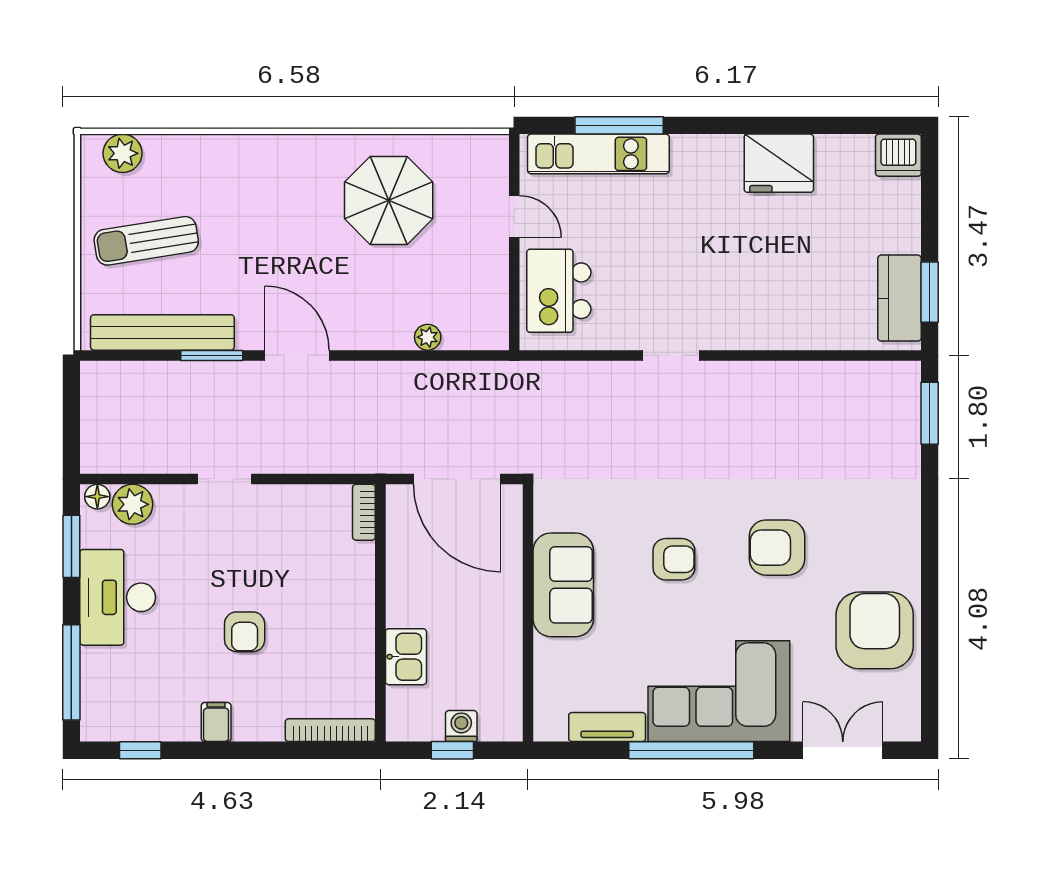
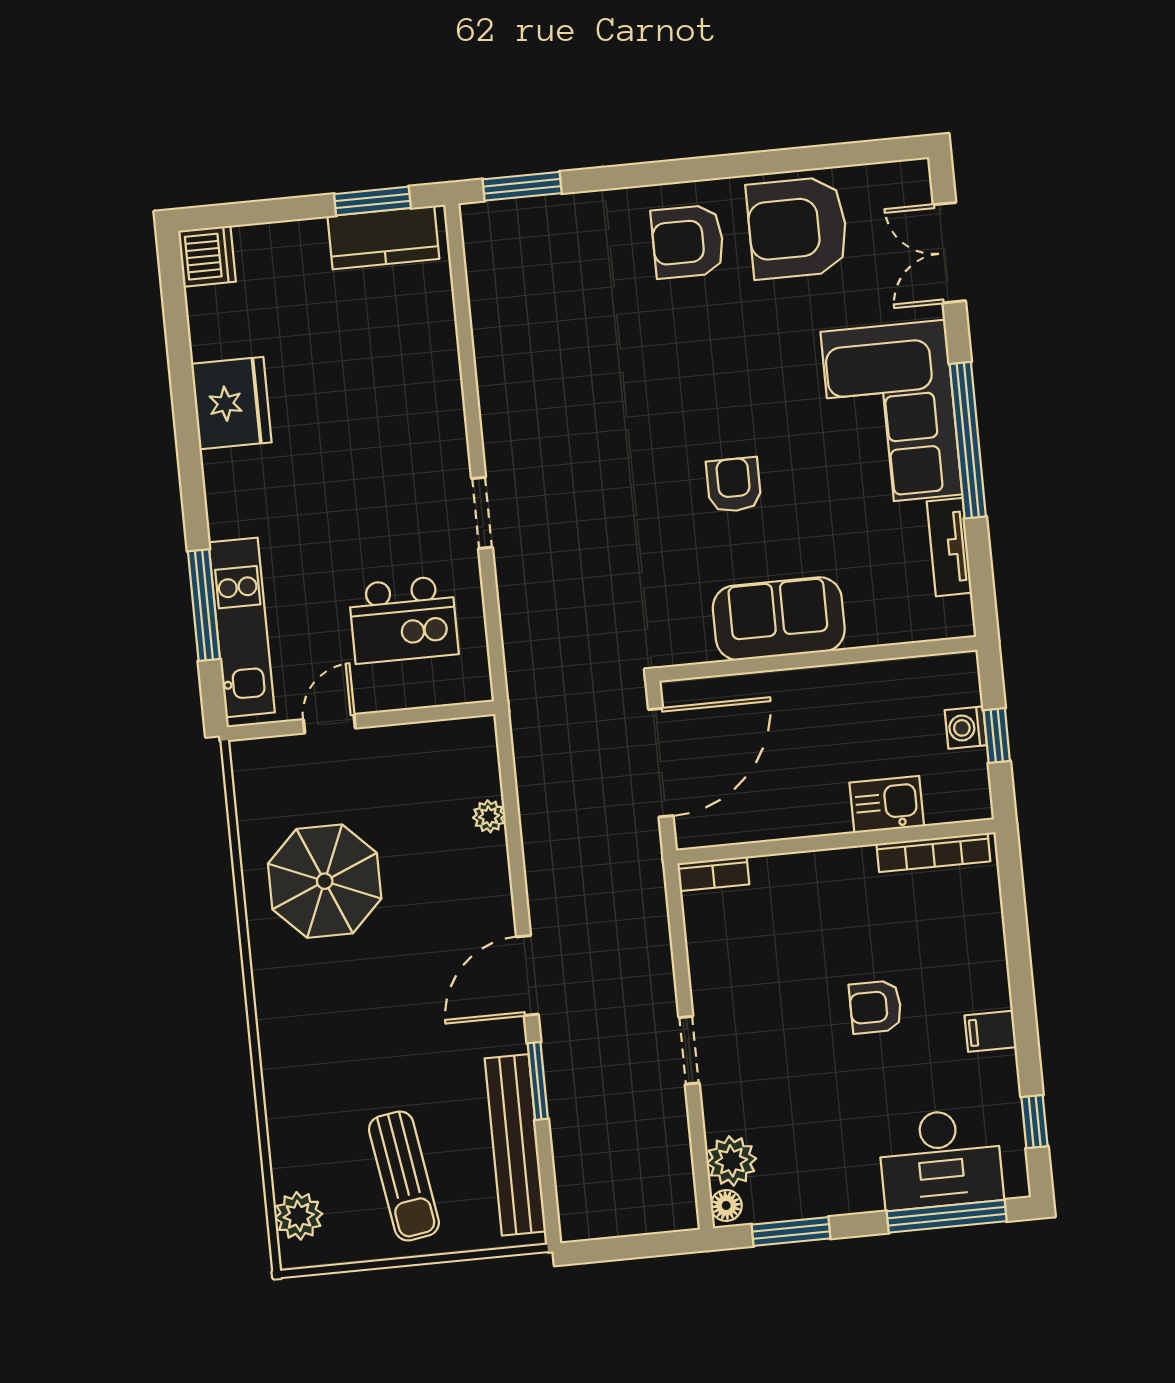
kitchen island: (559, 291) -> (403, 620), moved
armchair: (777, 548) -> (688, 242), moved, turned 90
desk: (118, 597) -> (940, 1159), moved
armchair: (245, 632) -> (876, 1007), turned 180
bookcase: (330, 730) -> (933, 853), moved, turned -90

